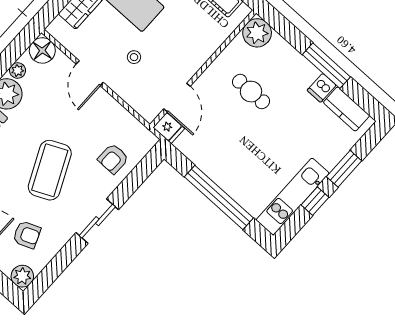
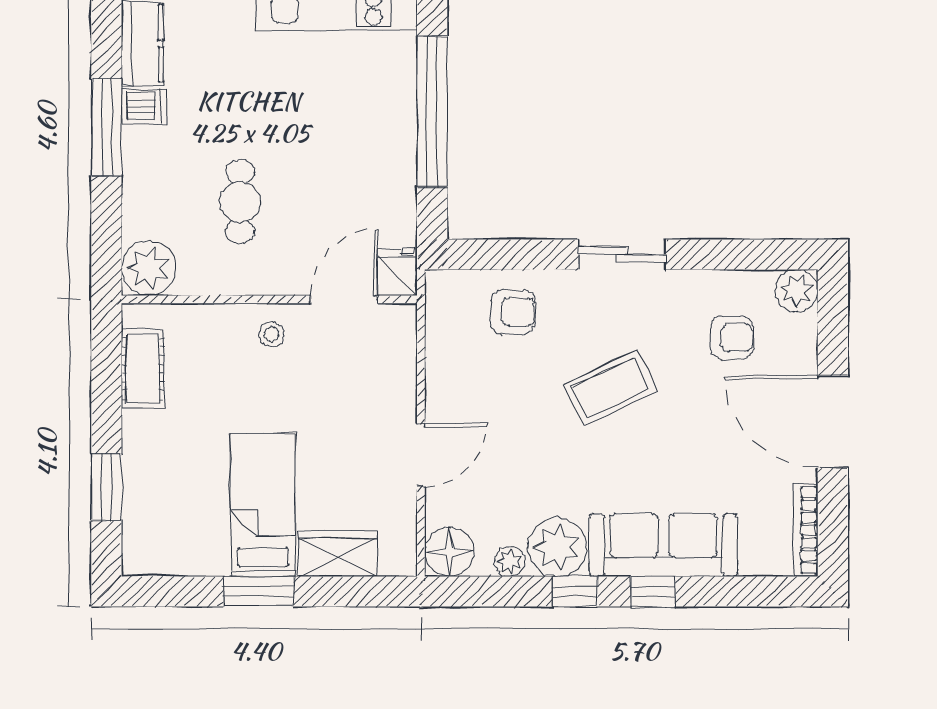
stool: (134, 57) -> (272, 334), moved
coffee table: (50, 170) -> (610, 388), width x0.73, depth x0.76
armchair: (27, 235) -> (732, 338), turned 112

